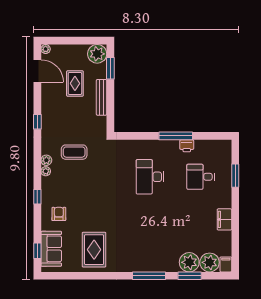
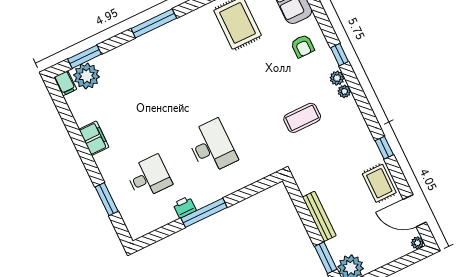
rug: (75, 83) -> (379, 183), moved
coffee table: (74, 152) -> (302, 118), moved
plant: (46, 160) -> (337, 78), moved
plant: (189, 262) -> (112, 64), removed
window: (190, 276) -> (84, 57), moved

